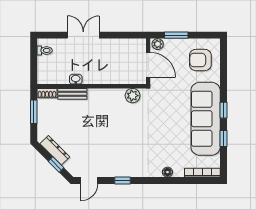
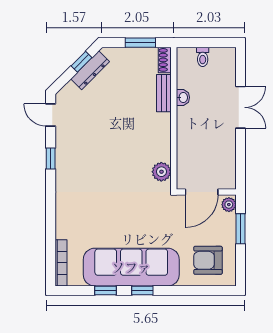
toilet: (45, 50) -> (203, 57), moved
armchair: (200, 60) -> (208, 260), turned -90
window: (56, 165) -> (81, 62), moved
floor lamp: (167, 172) -> (62, 217), removed

